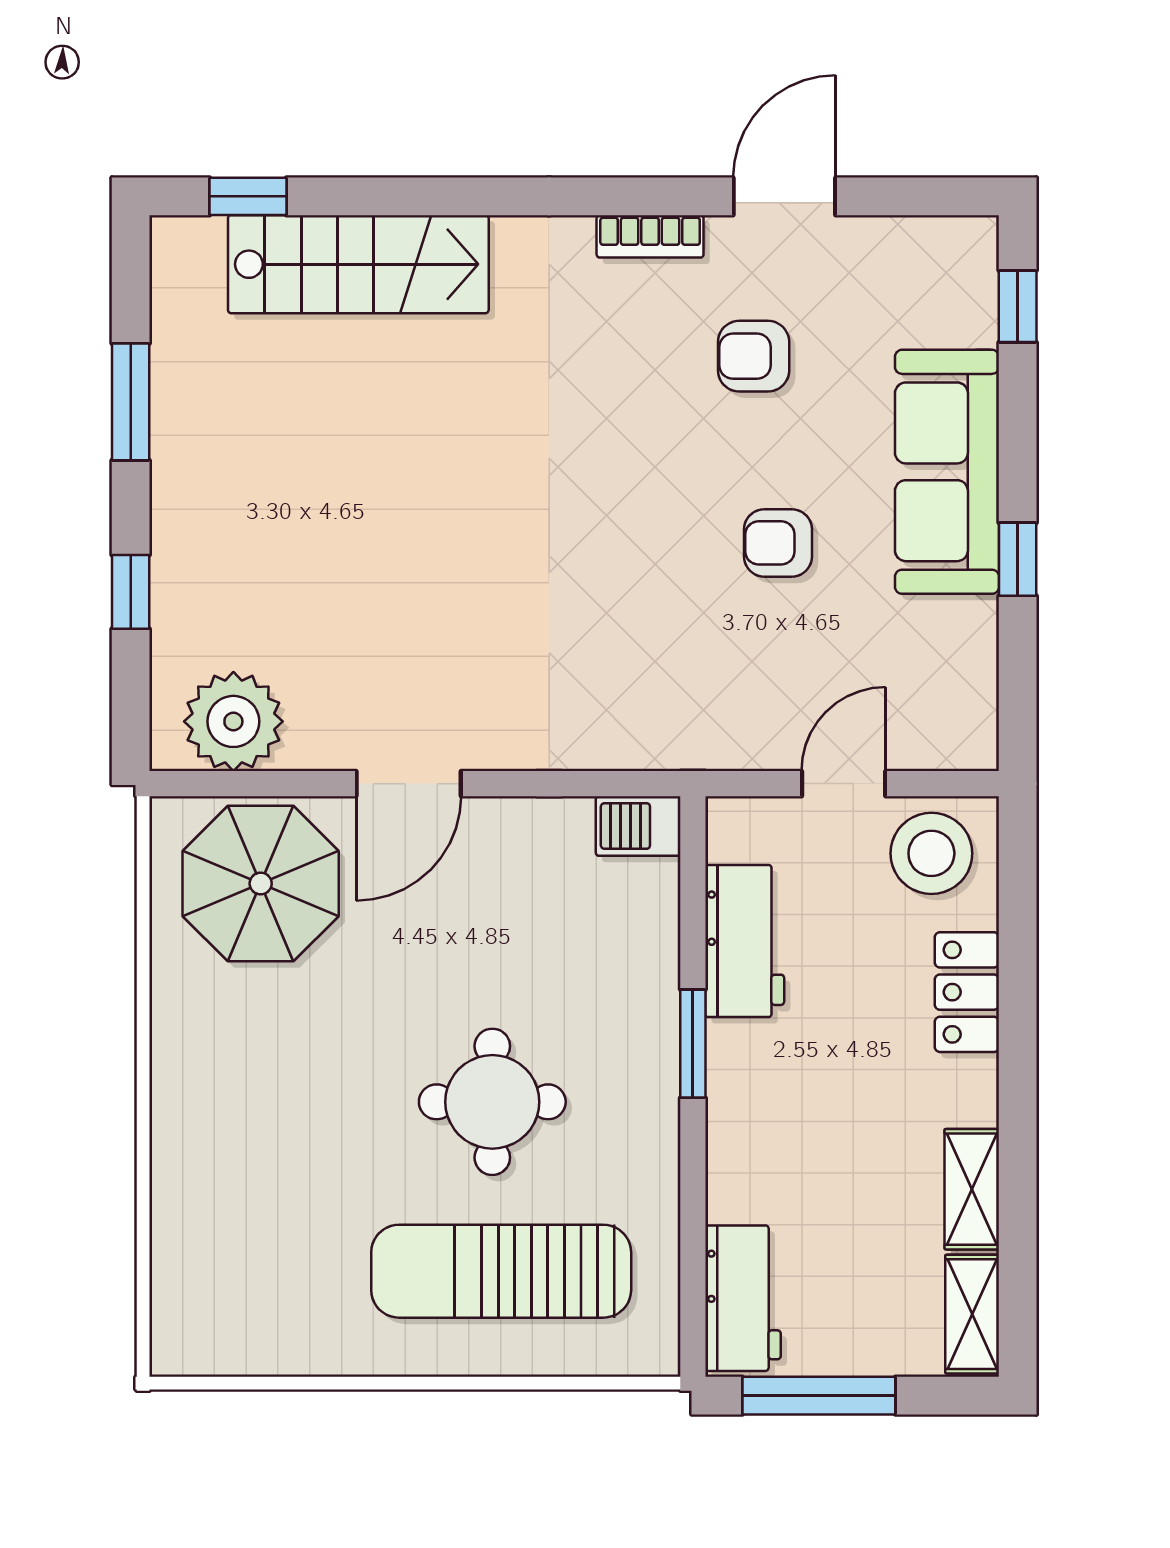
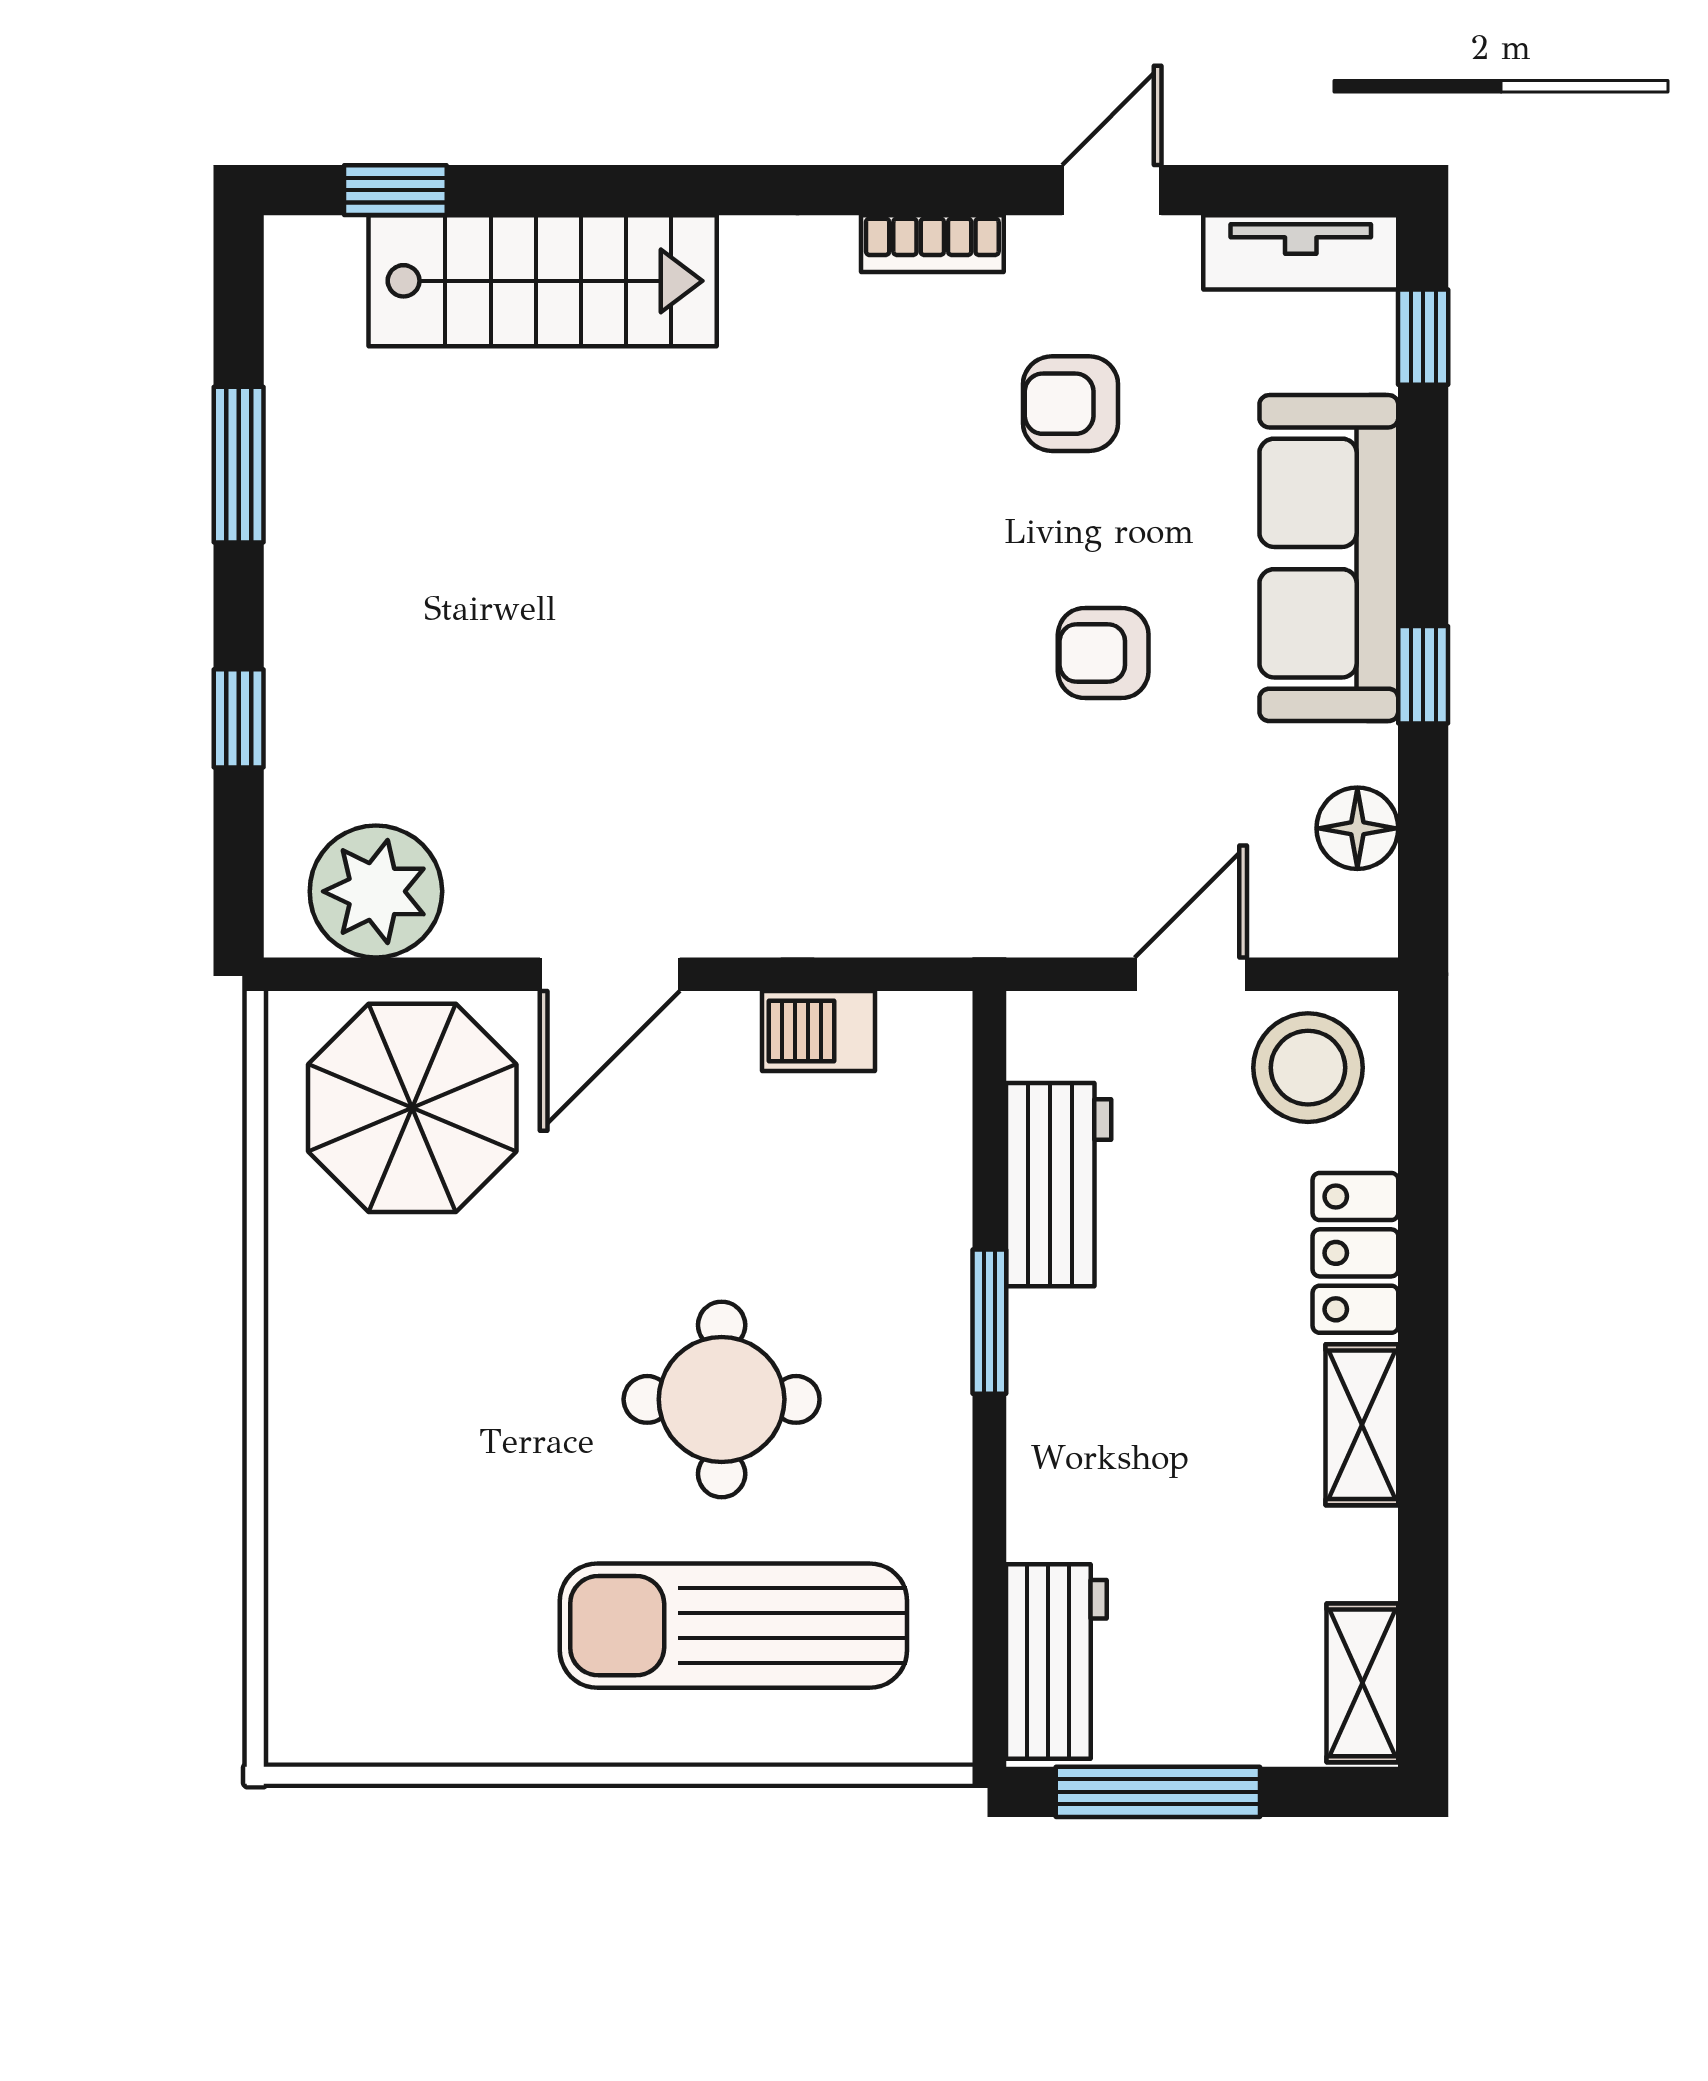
door: (784, 196) -> (1112, 190), width x0.73
tv unit: (926, 243) -> (1301, 252), added
floor lamp: (968, 674) -> (1357, 828), added
barbecue: (638, 826) -> (818, 1031), moved
shelving: (972, 1189) -> (1362, 1425), moved

